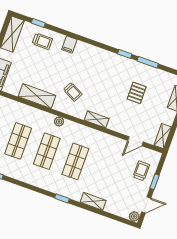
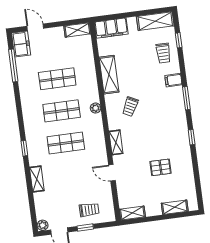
window: (148, 62) -> (186, 98), moved
door: (136, 141) -> (112, 173), moved

